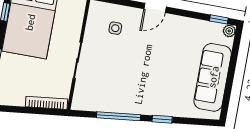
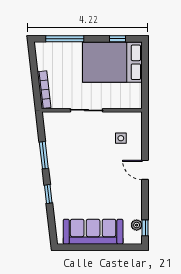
plant: (229, 31) -> (137, 225), moved
window: (119, 116) -> (44, 155), width x0.69

